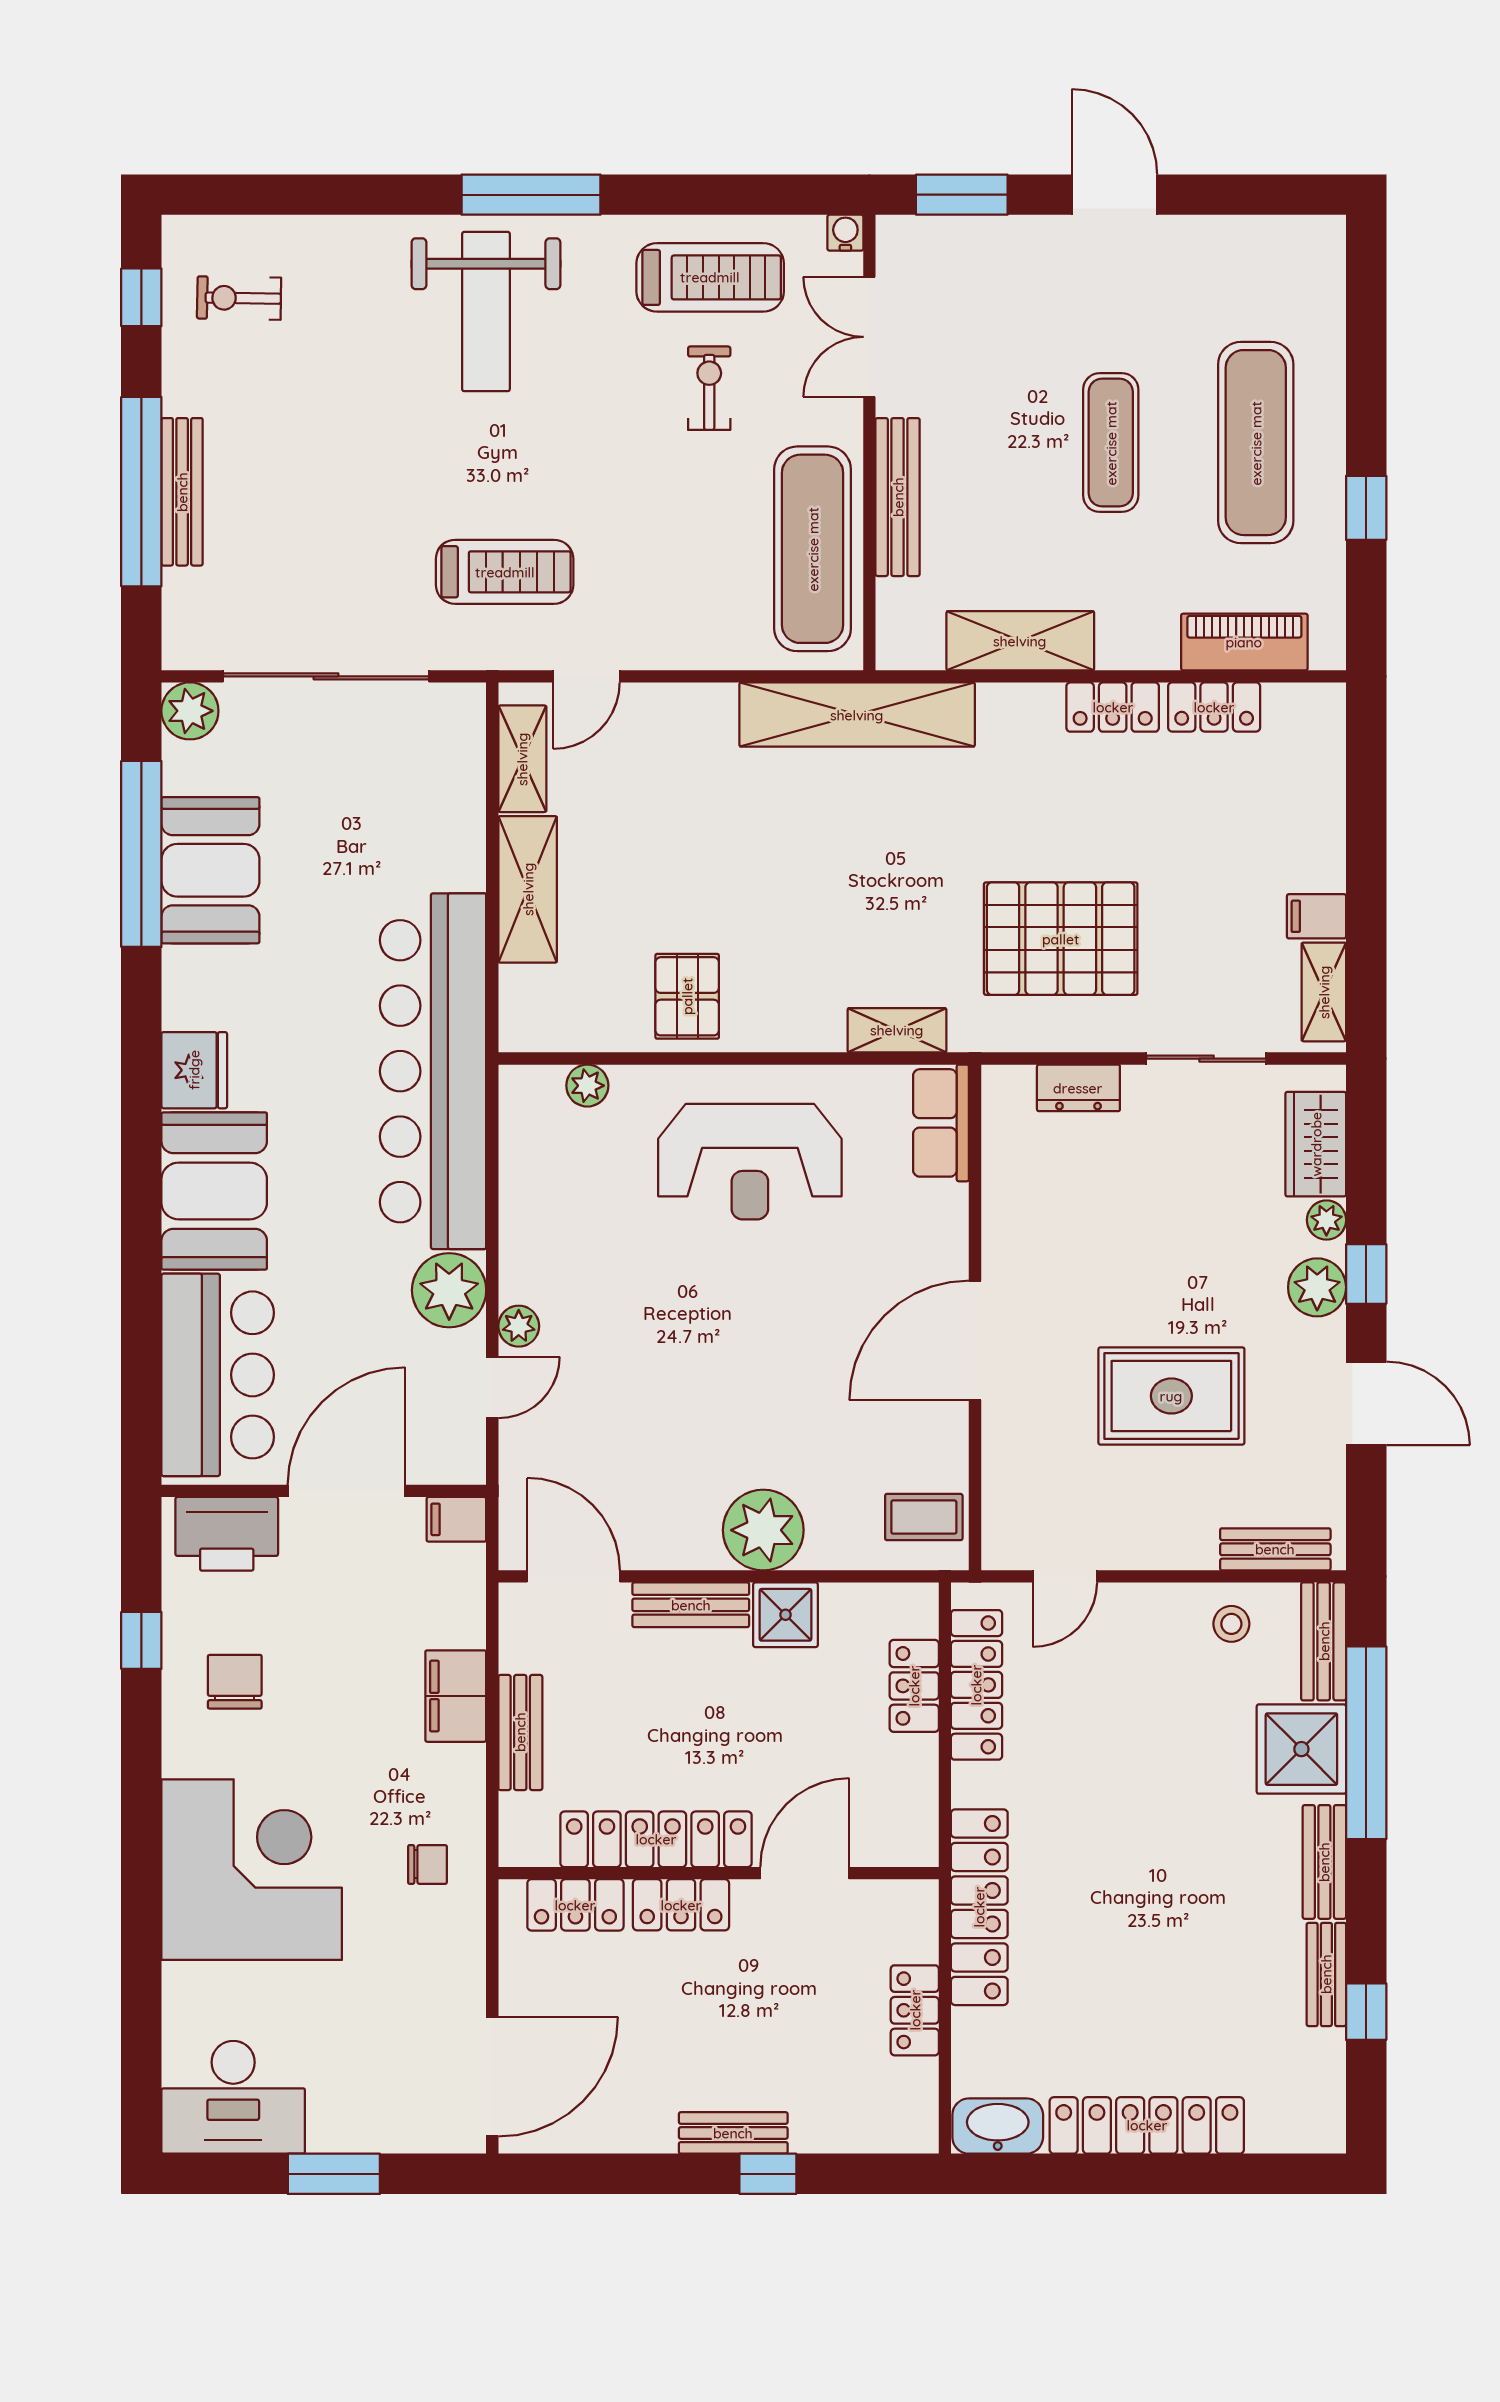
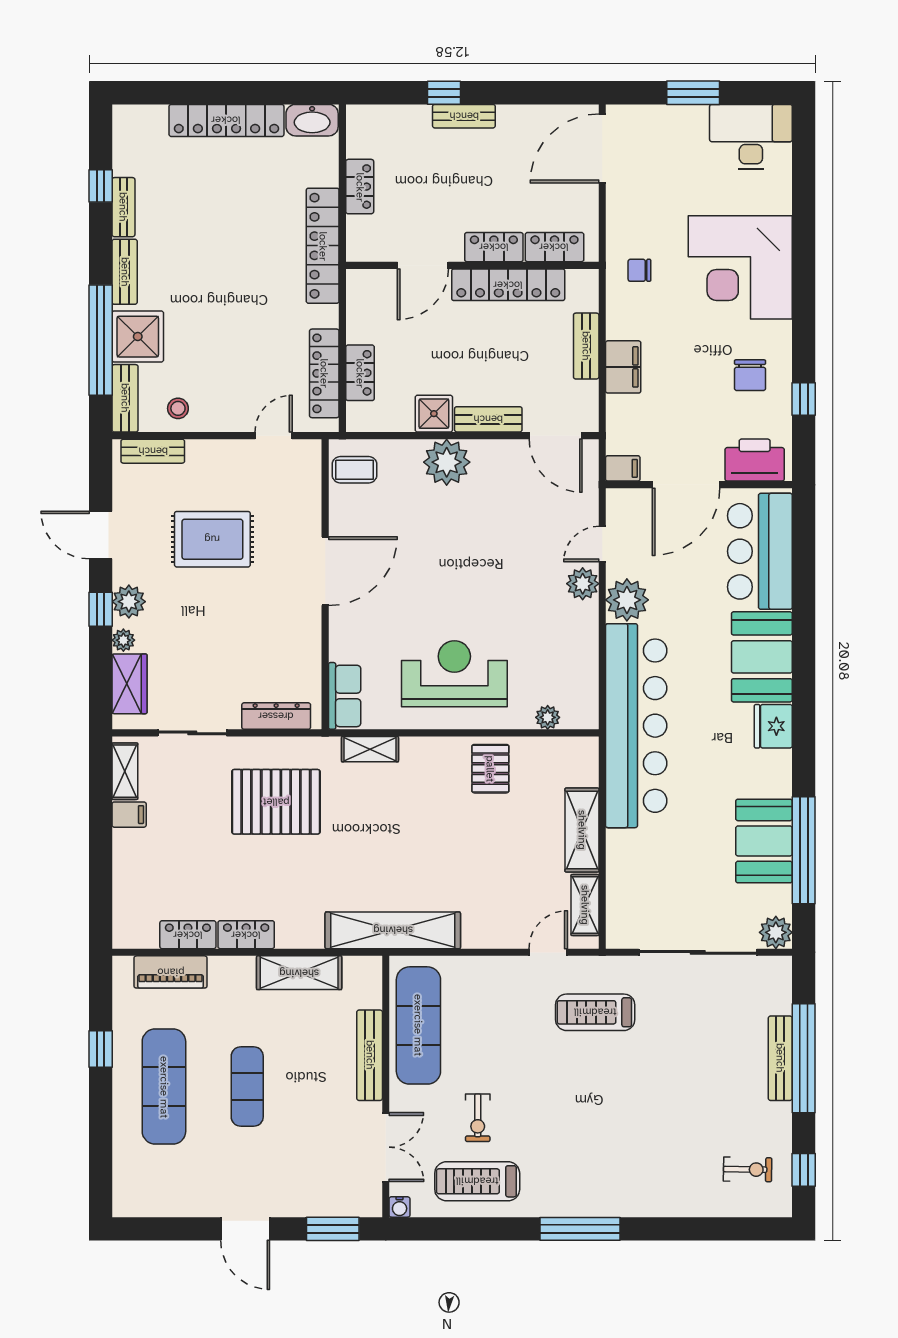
weight bench: (486, 312) -> (606, 1162), removed
dresser: (1078, 1088) -> (276, 716), width x1.44
plant: (519, 1326) -> (583, 584), width x1.38, depth x1.38

